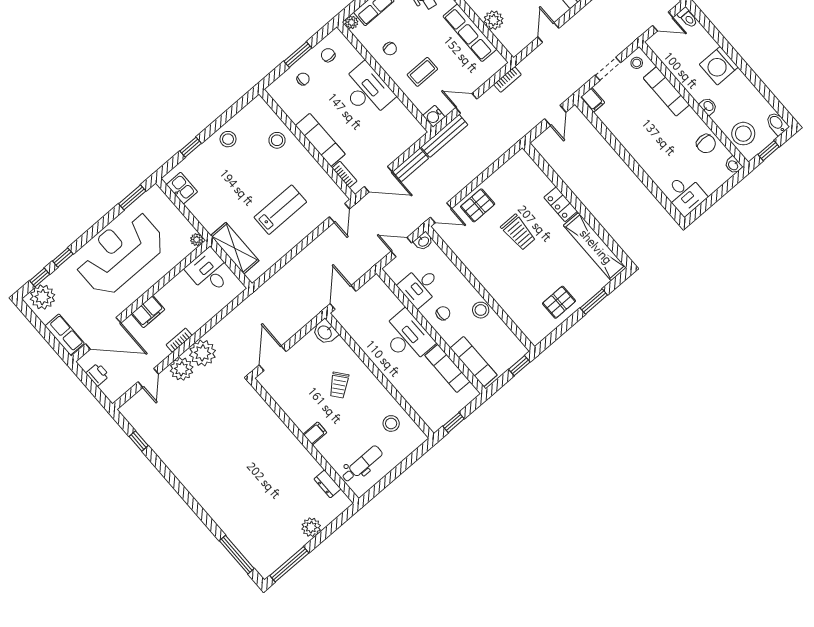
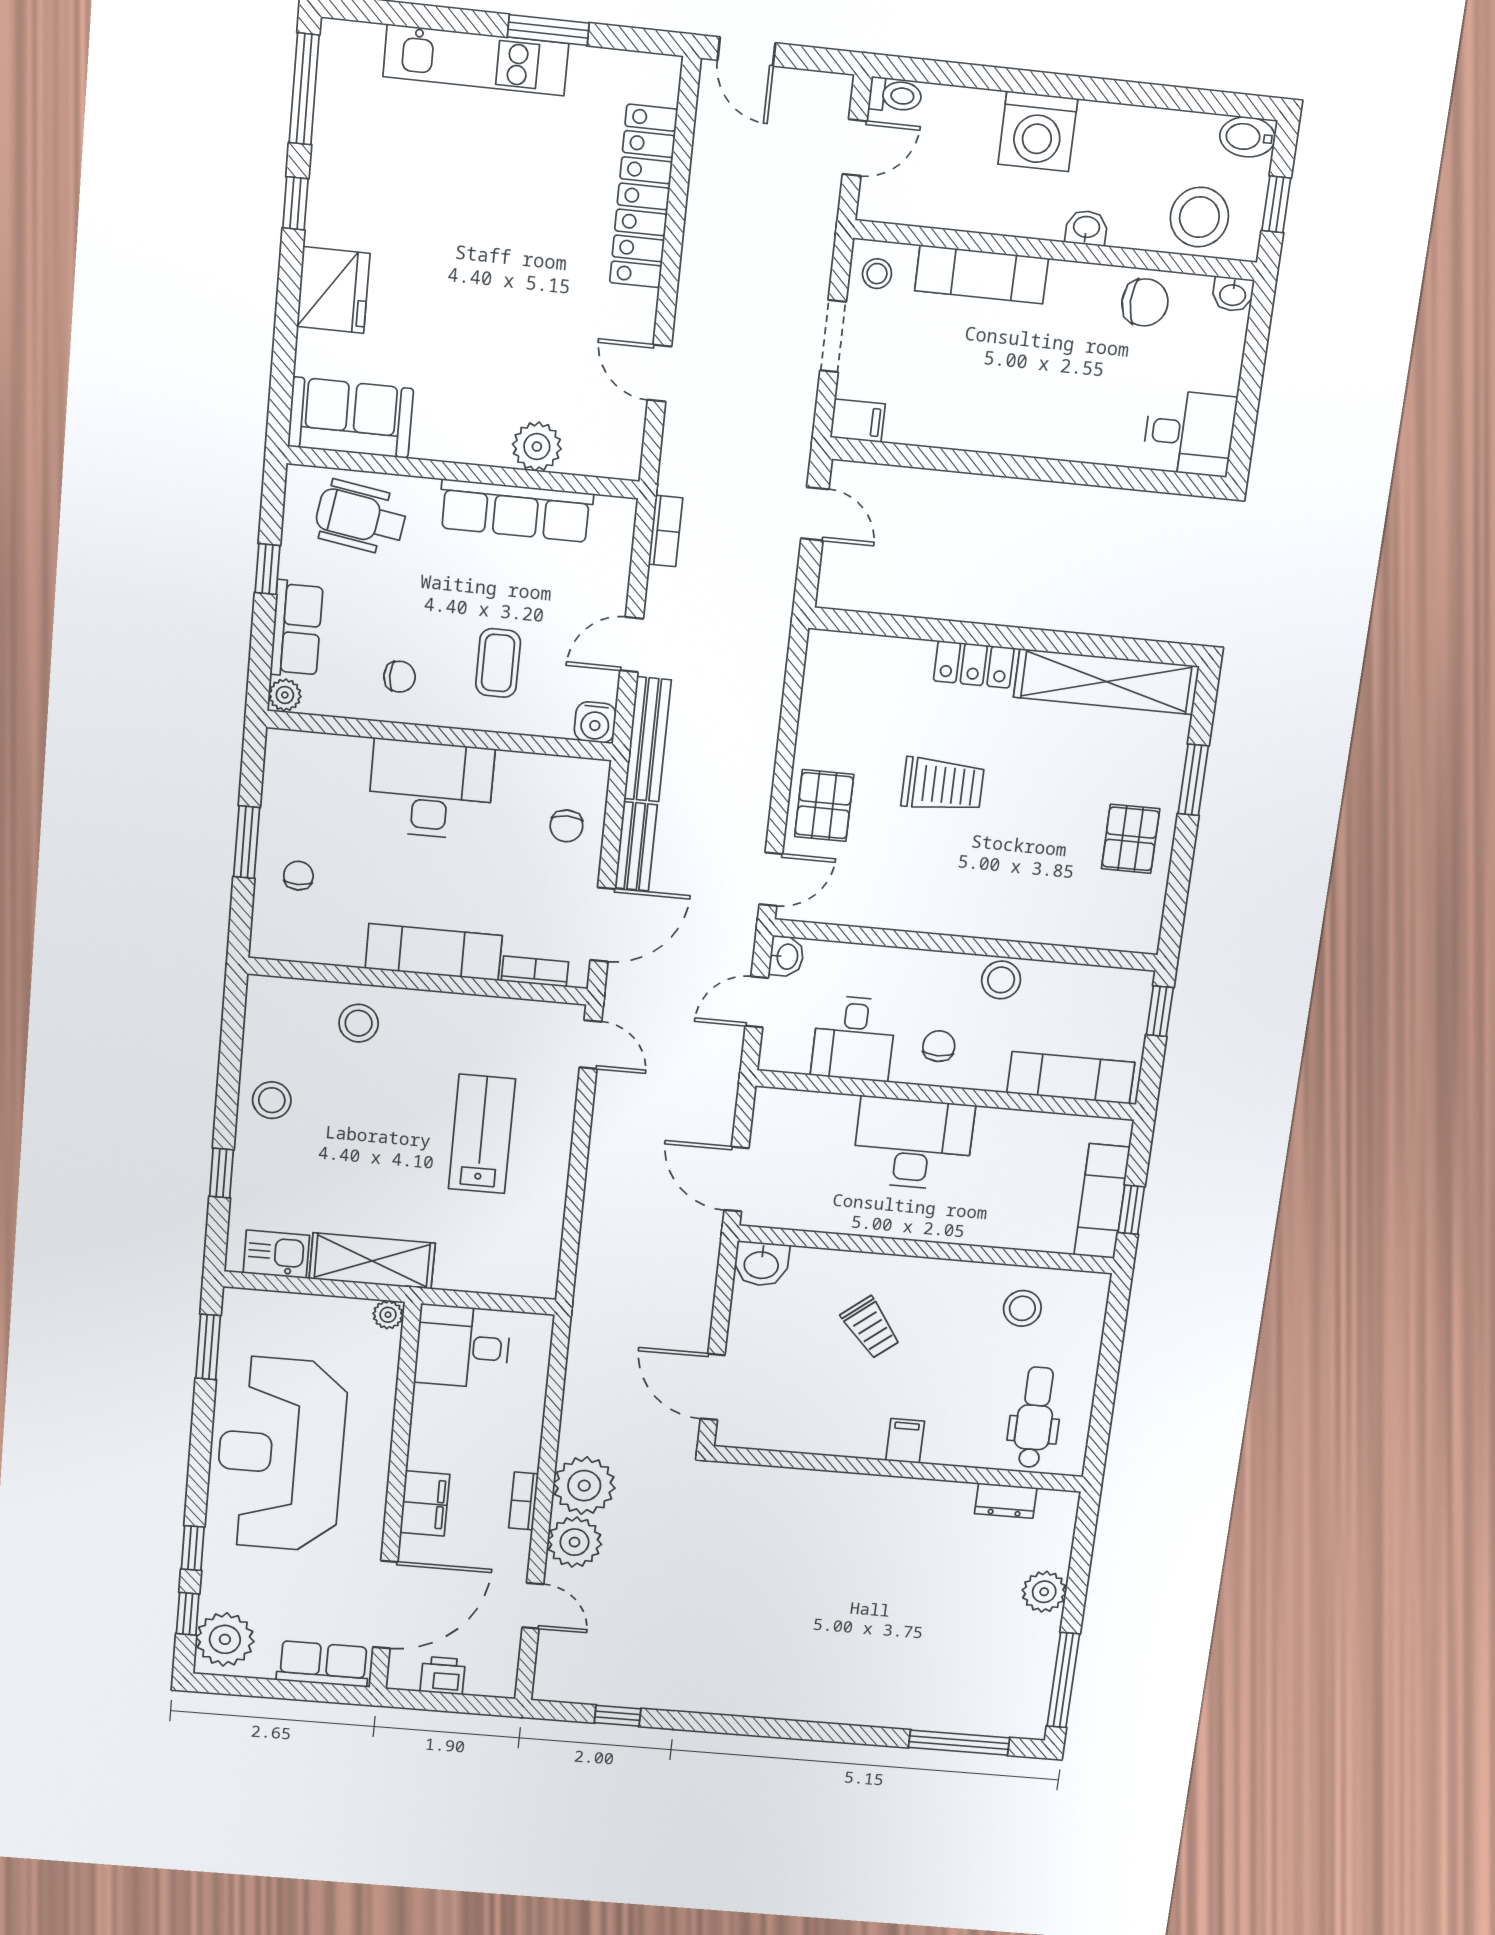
chair: (328, 55) -> (566, 826), moved, turned -90
shelving: (235, 248) -> (372, 1261), moved
exam couch: (447, 368) -> (1102, 1201), moved, turned 90

